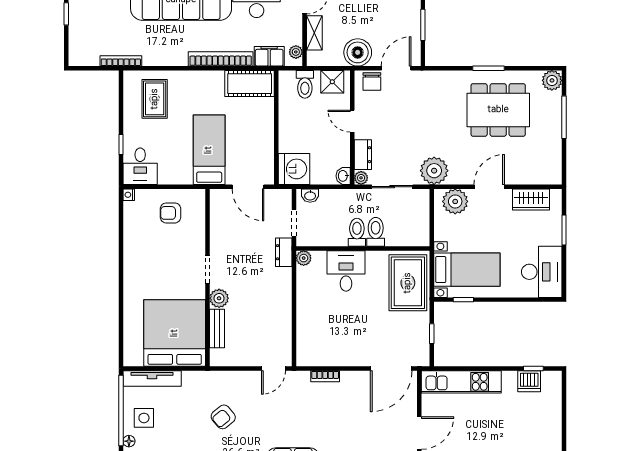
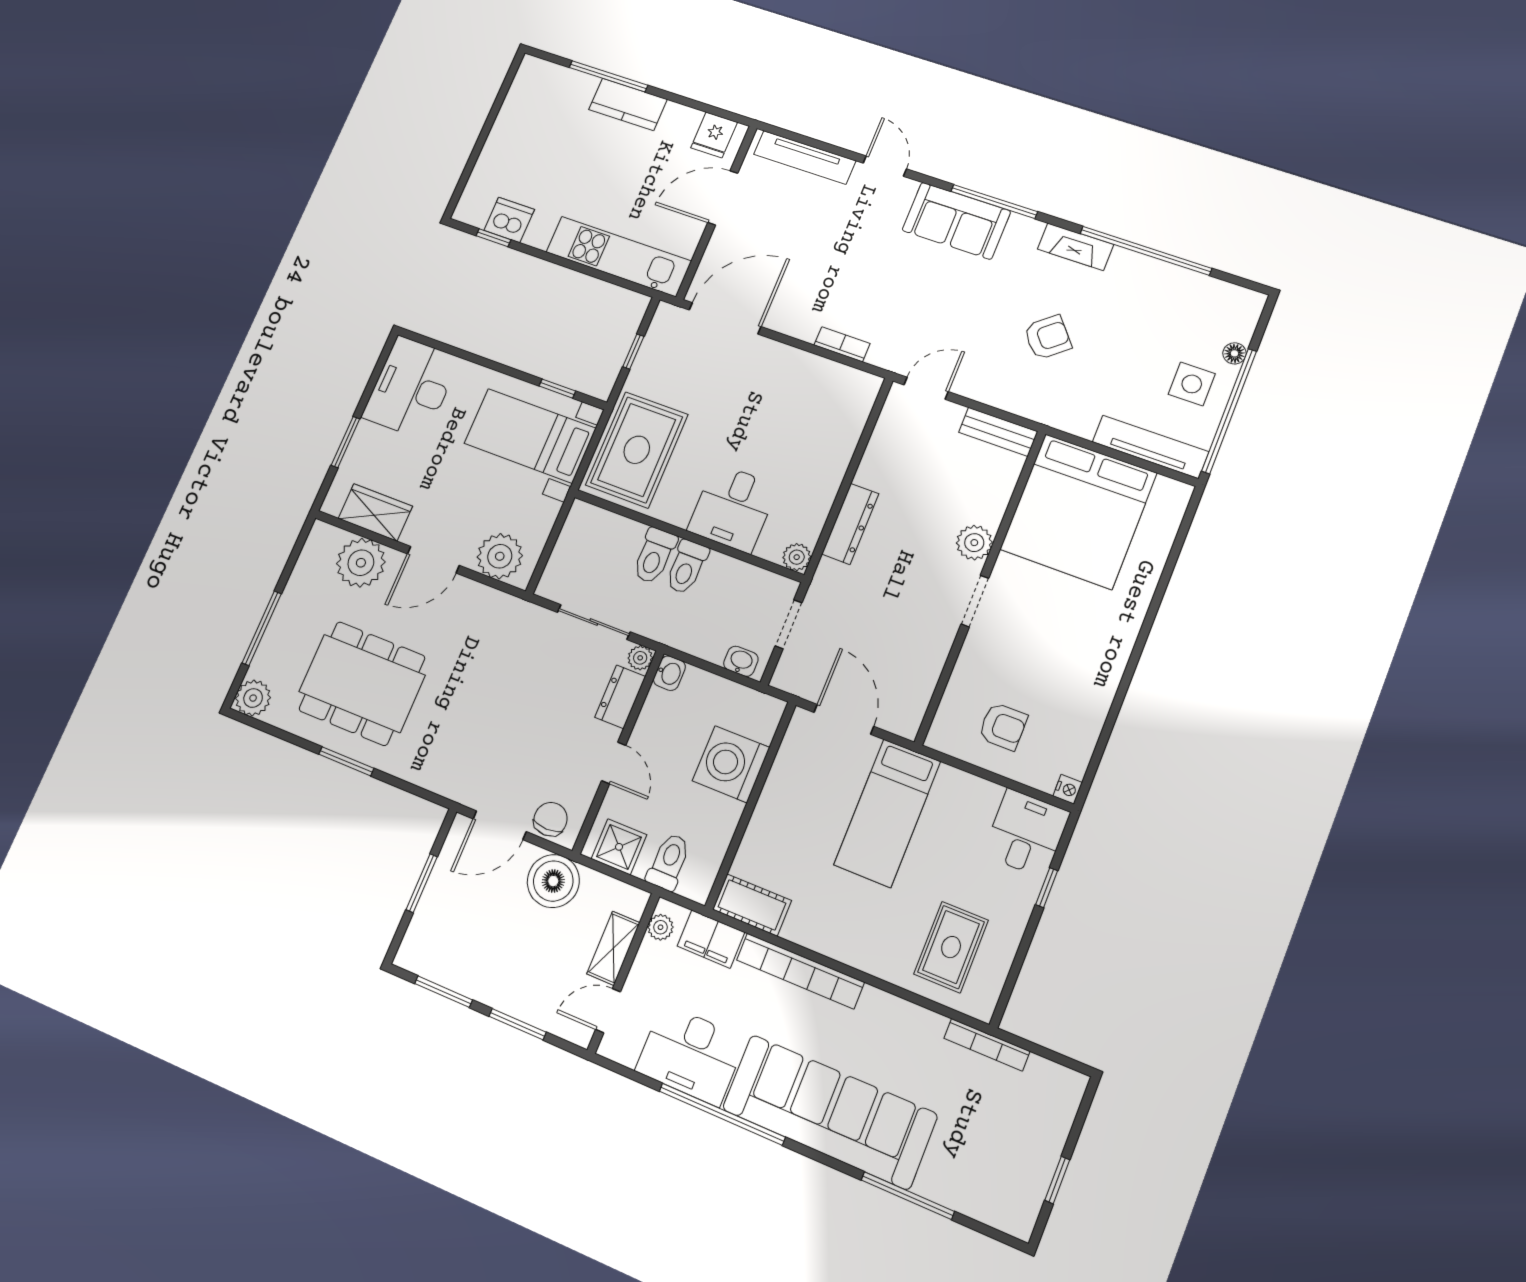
cot: (250, 84) -> (752, 905), width x0.73, depth x0.75
washing machine: (294, 169) -> (731, 764), moved
plant: (434, 171) -> (361, 563), moved
dresser: (284, 252) -> (850, 524), moved, width x1.44
bench: (217, 329) -> (998, 432), moved, turned 90

